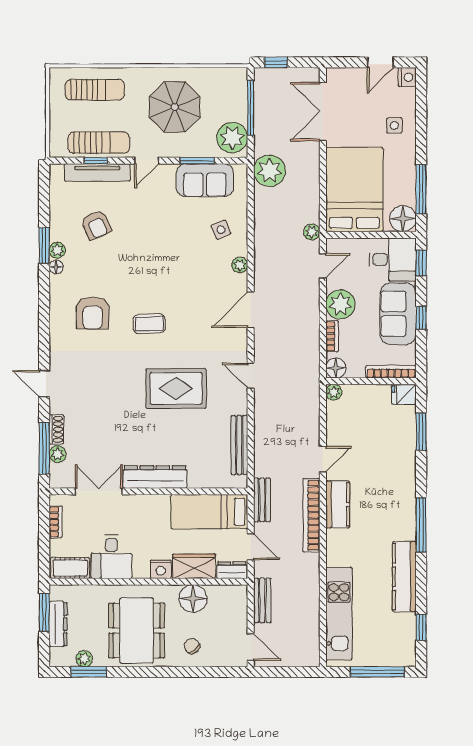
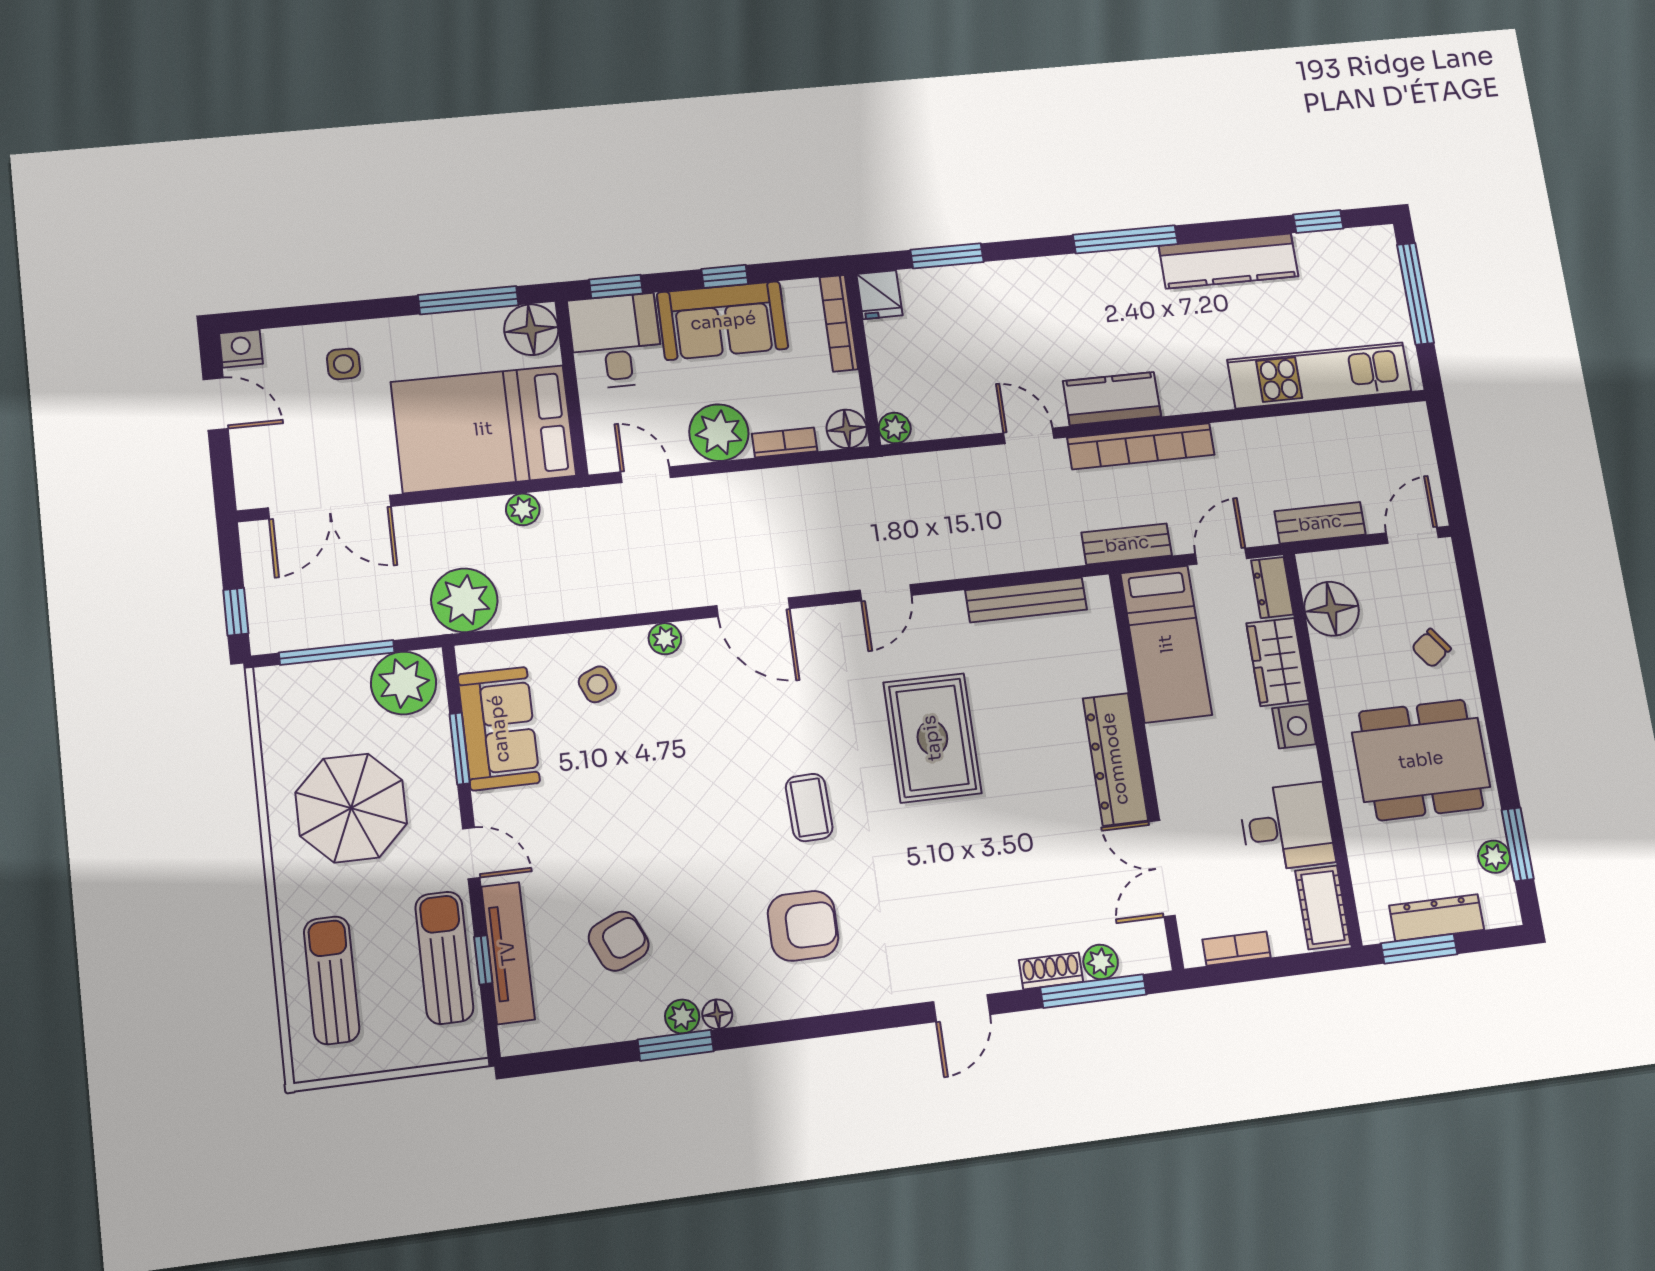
plant: (312, 232) -> (523, 509), moved
floor lamp: (193, 599) -> (1331, 609), moved

